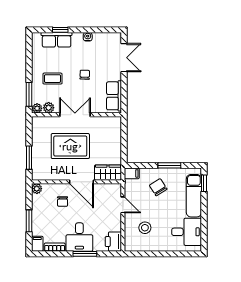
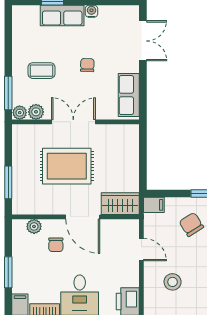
row of seats: (57, 40) -> (62, 16), moved
plant: (37, 189) -> (34, 226), moved

